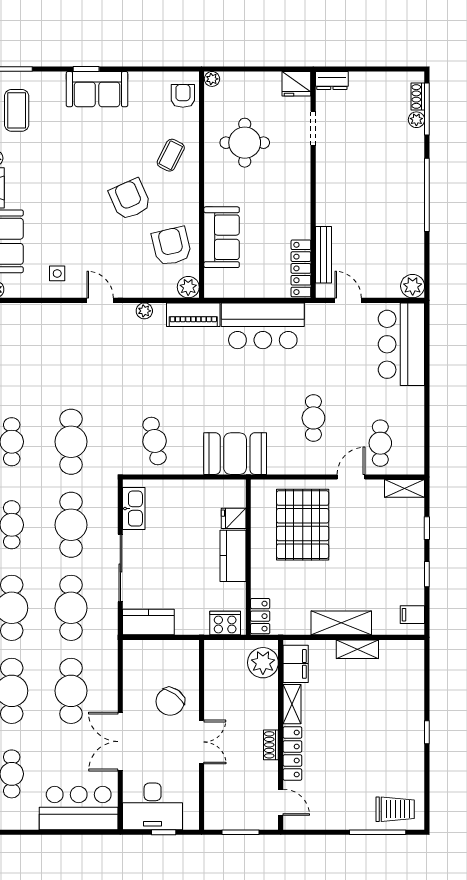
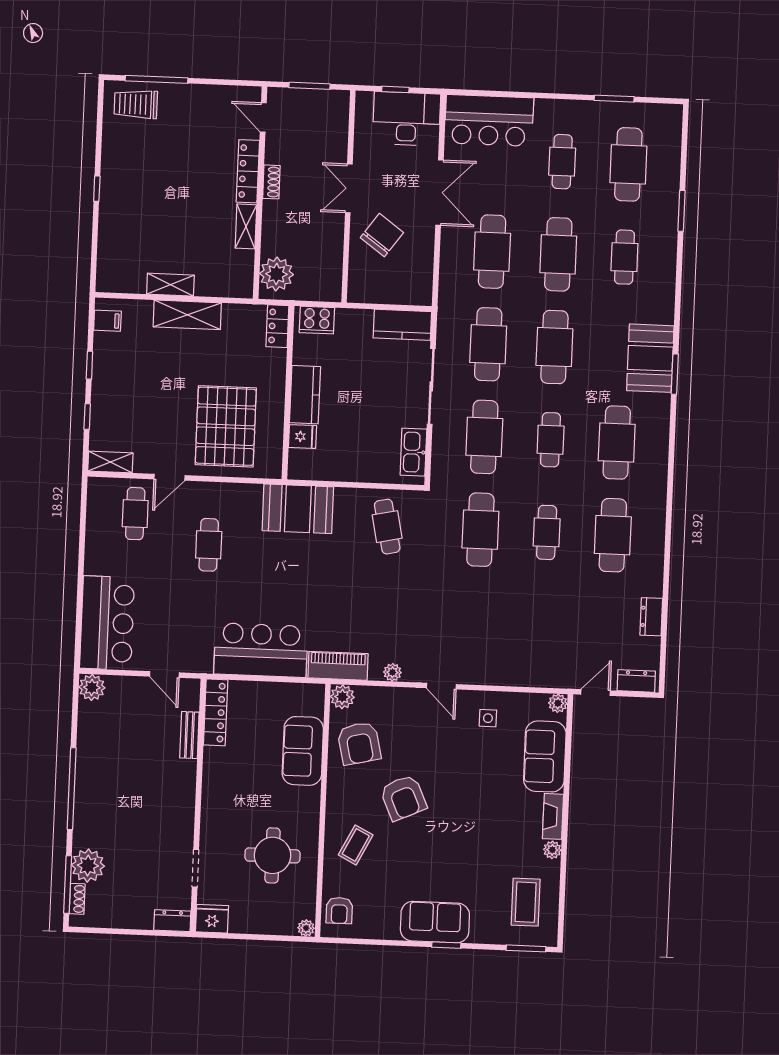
plant: (416, 120) -> (88, 866), width x1.88, depth x1.88
bench: (324, 255) -> (189, 735), width x0.73
filing cabinet: (296, 664) -> (240, 271), removed

